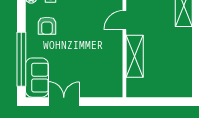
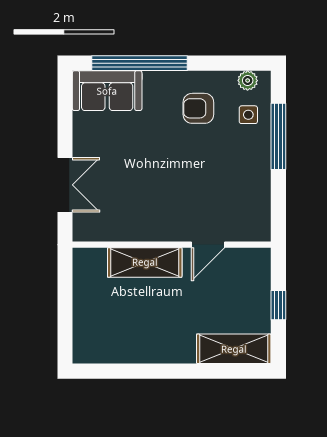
door: (124, 20) -> (208, 245), swing flipped
double door: (64, 102) -> (65, 185), moved

